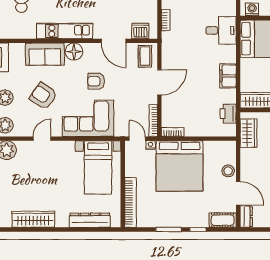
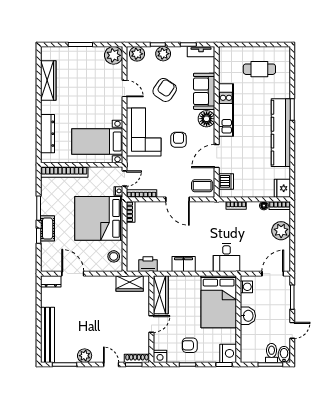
stool: (228, 171) -> (114, 256), moved
door: (238, 193) -> (73, 274), swing flipped
cot: (223, 220) -> (48, 228), moved

